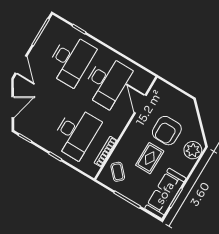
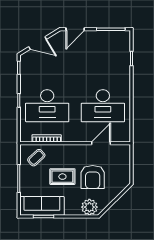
desk: (71, 60) -> (103, 67), removed
armchair: (167, 131) -> (93, 177), turned -90

